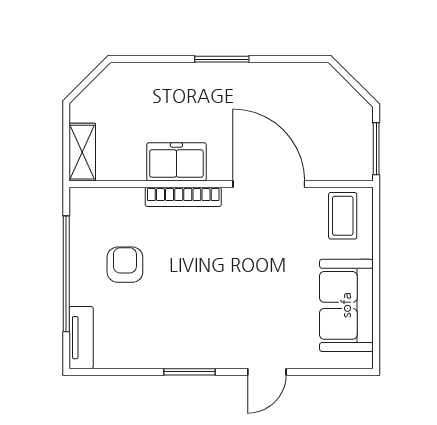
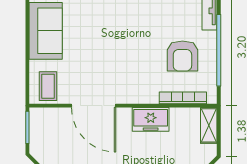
bookcase: (183, 197) -> (183, 98), moved
armchair: (125, 265) -> (182, 56), width x1.38, depth x1.38

